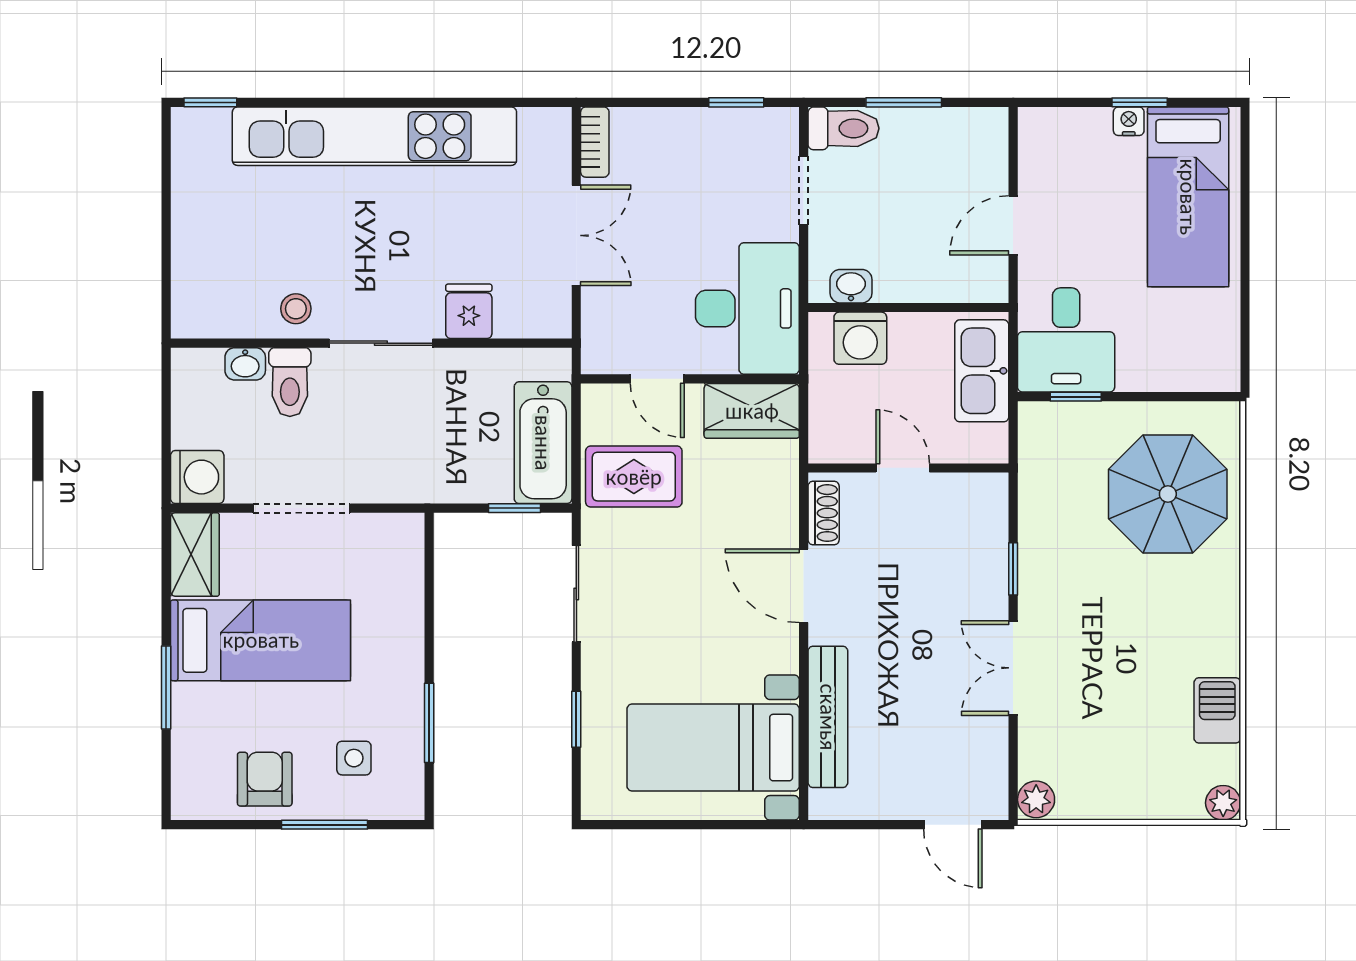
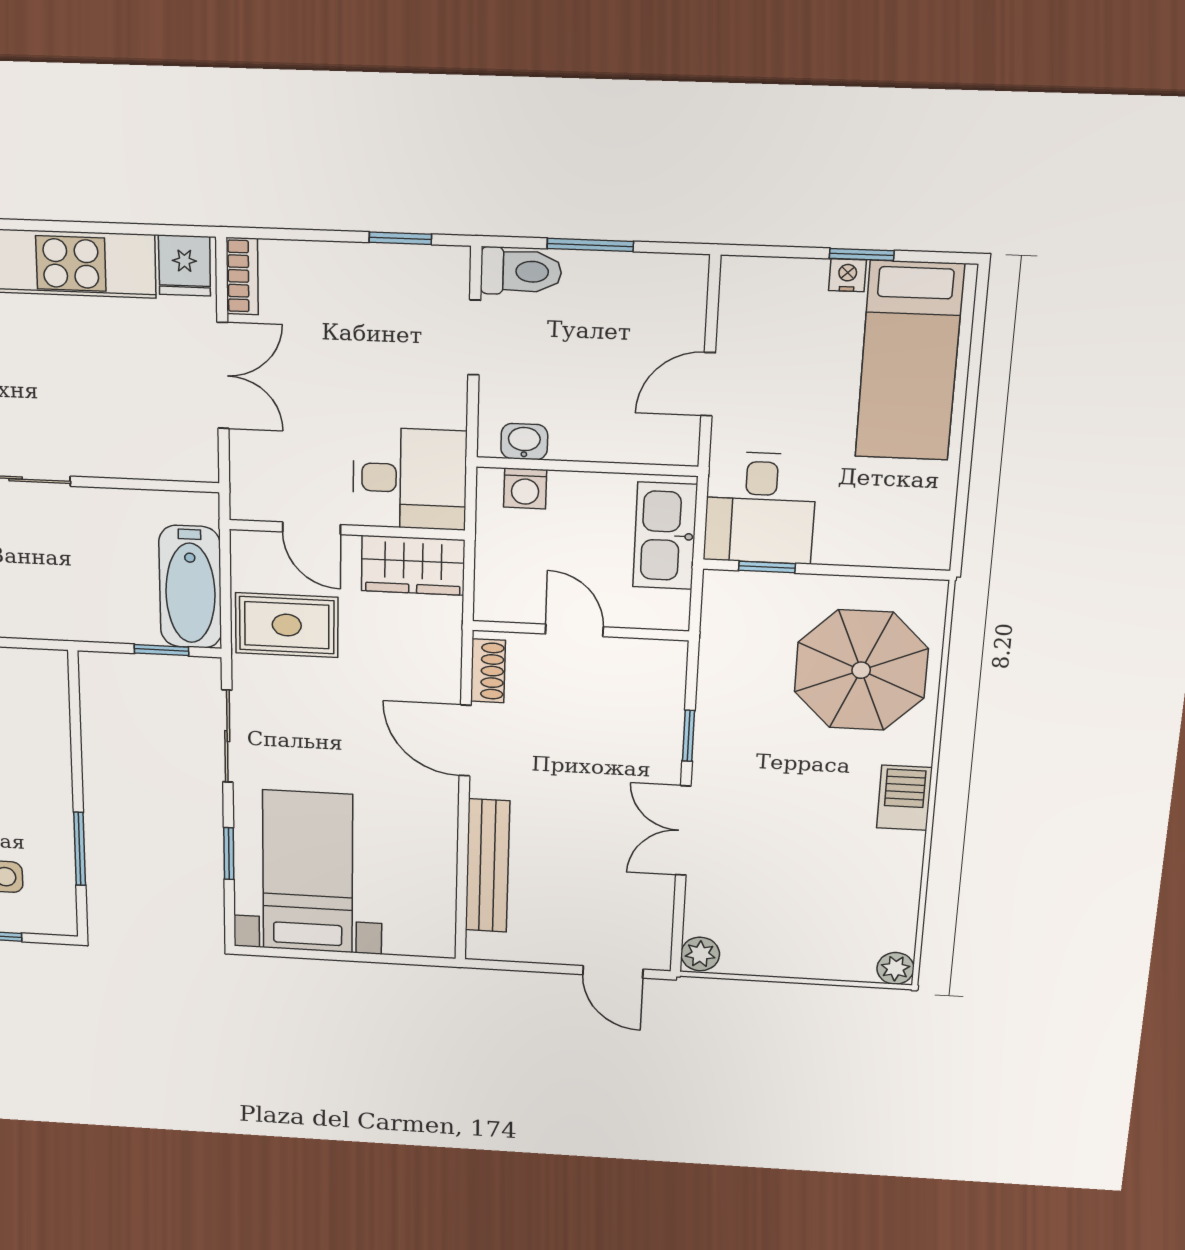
desk: (747, 308) -> (410, 479), width x0.73
fridge: (469, 311) -> (185, 265), moved, turned 180
washing machine: (860, 338) -> (525, 488), width x0.73, depth x0.73
barbecue: (1217, 710) -> (904, 798), moved
bed with nightstands: (713, 748) -> (308, 872), moved, turned 90

